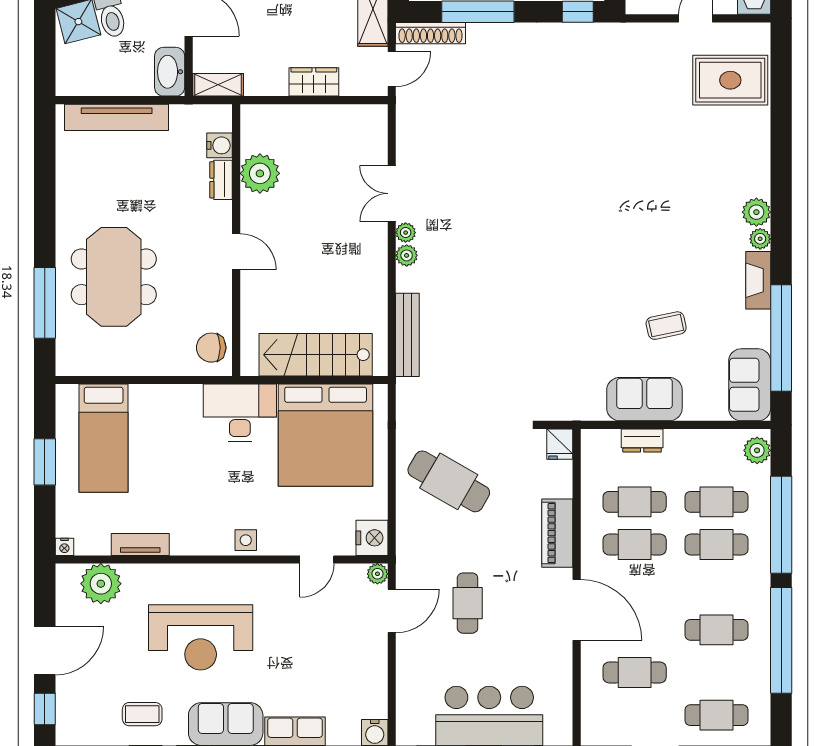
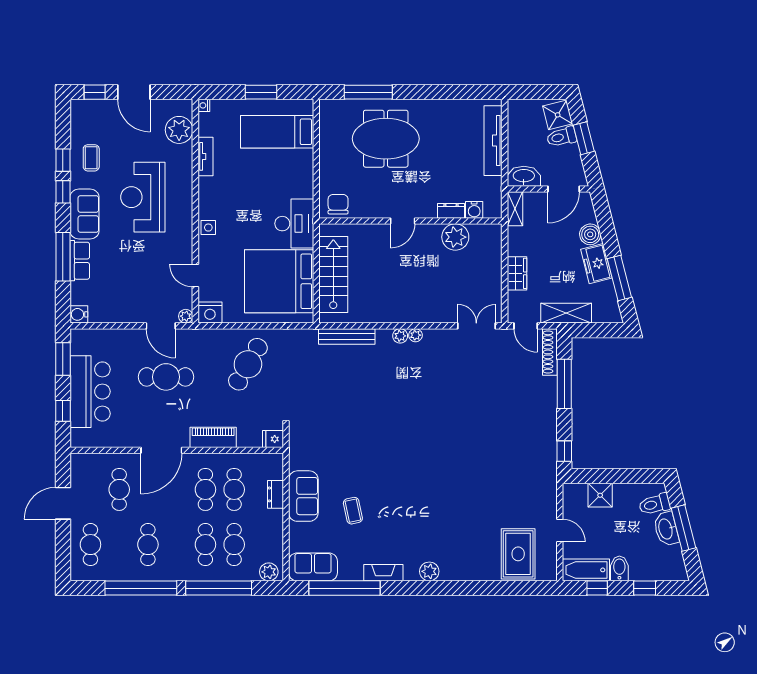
double door: (392, 194) -> (476, 326), moved
plant: (760, 239) -> (411, 574), removed
cafe table: (468, 603) -> (166, 377), width x1.37, depth x1.35

